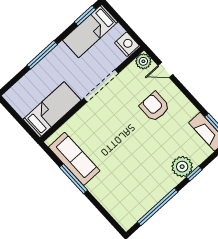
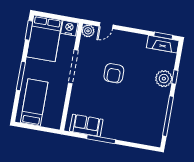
bed: (90, 31) -> (44, 38), width x1.50
armchair: (155, 107) -> (114, 73), moved, turned -90
bed: (52, 110) -> (34, 102), moved
sofa: (74, 159) -> (86, 125), width x0.73

